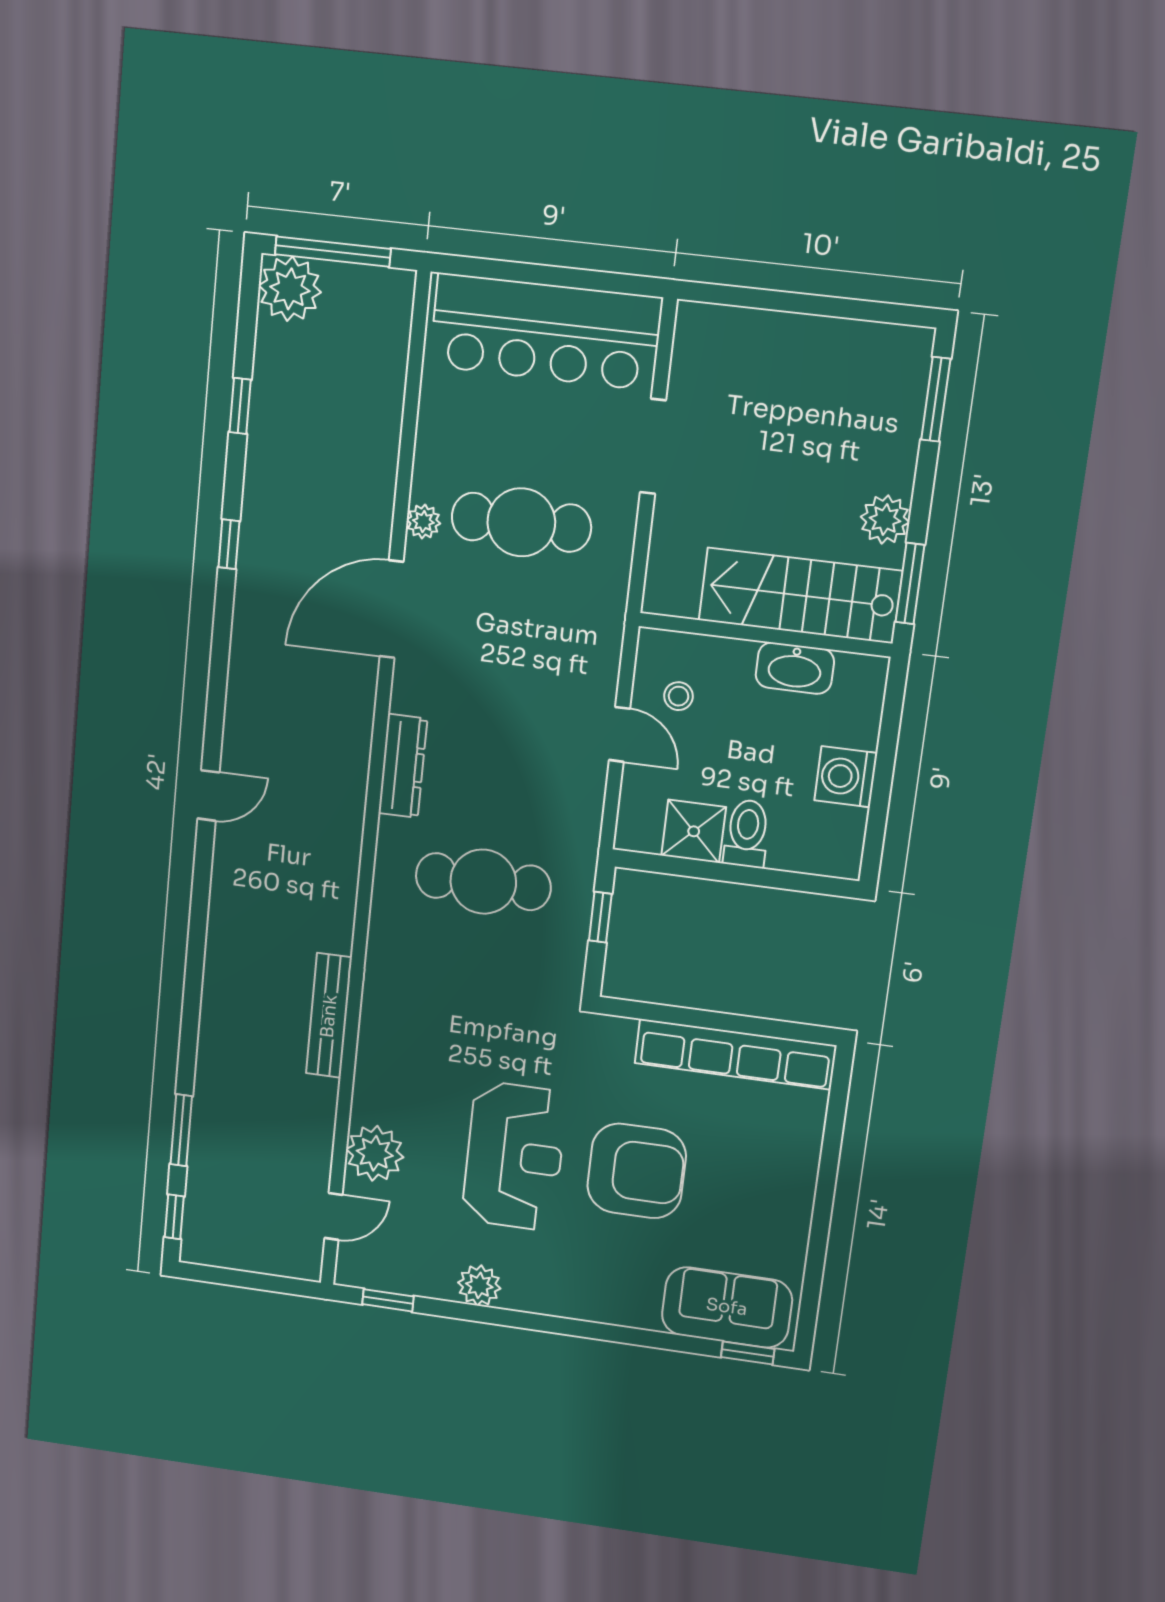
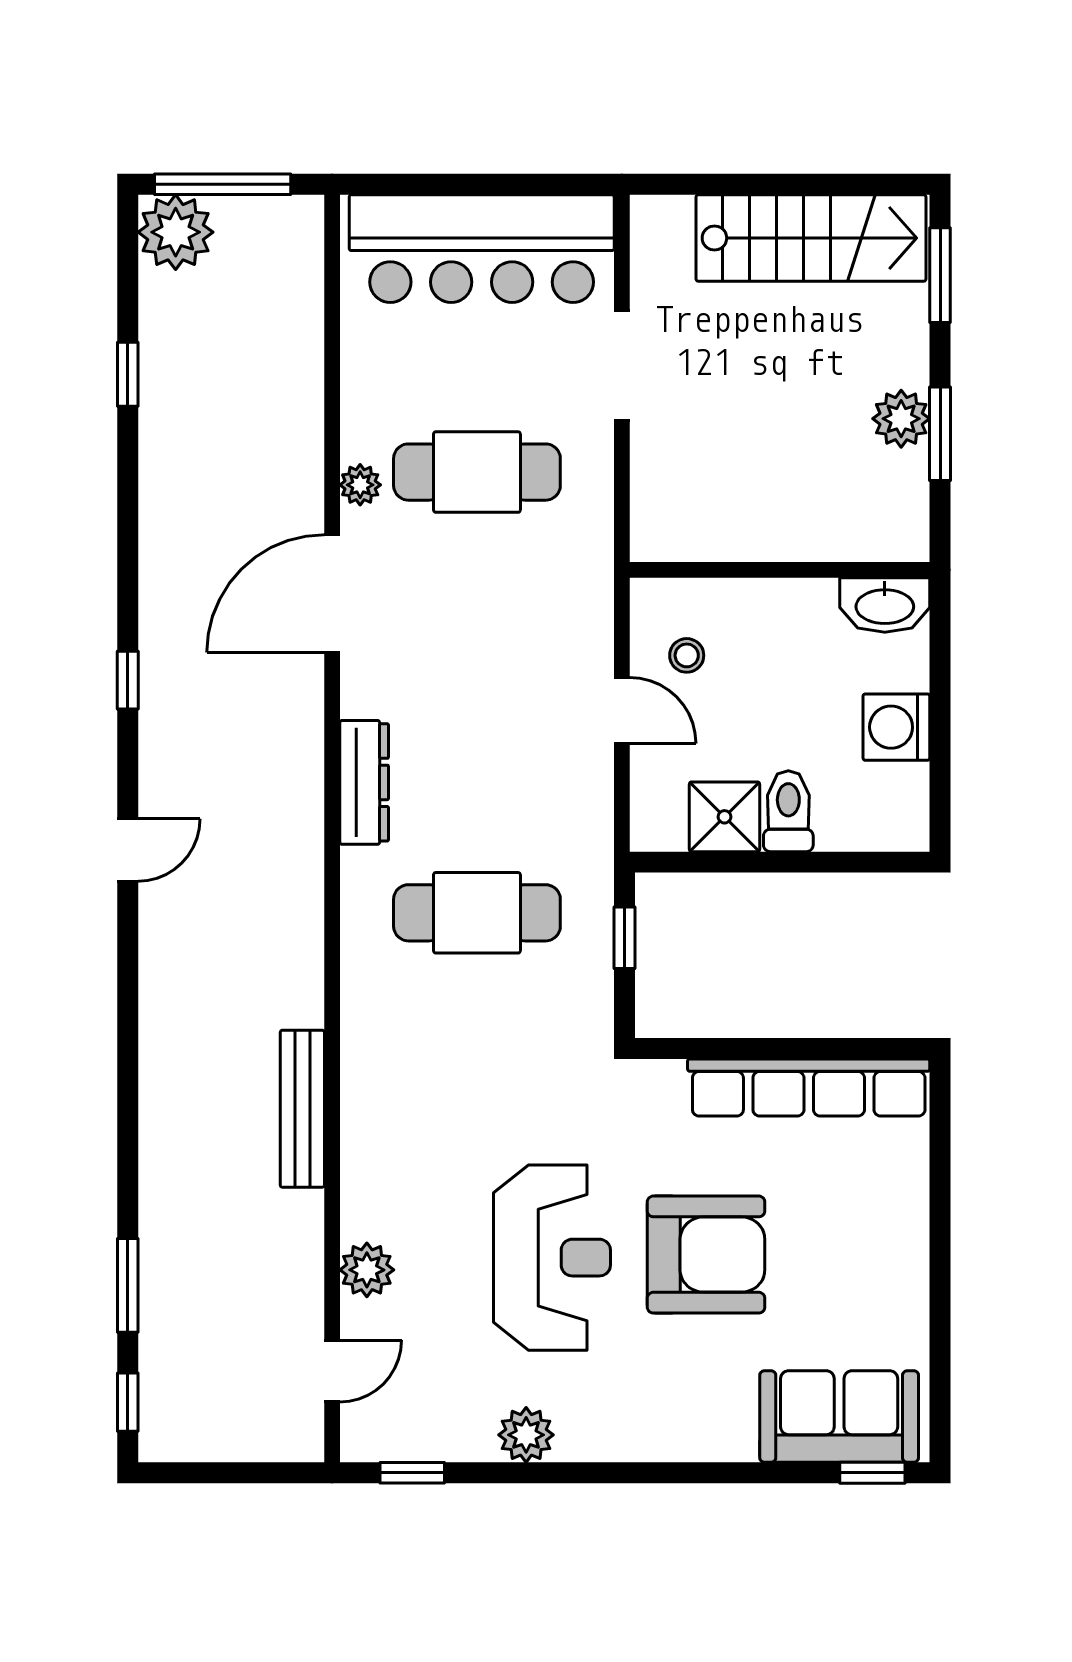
window: (229, 544) -> (128, 680), moved
window: (910, 584) -> (940, 434), moved
stairs: (800, 595) -> (811, 238), moved, turned 180
washbasin: (795, 668) -> (885, 605), moved
plant: (375, 1153) -> (367, 1270), width x0.73, depth x0.73

